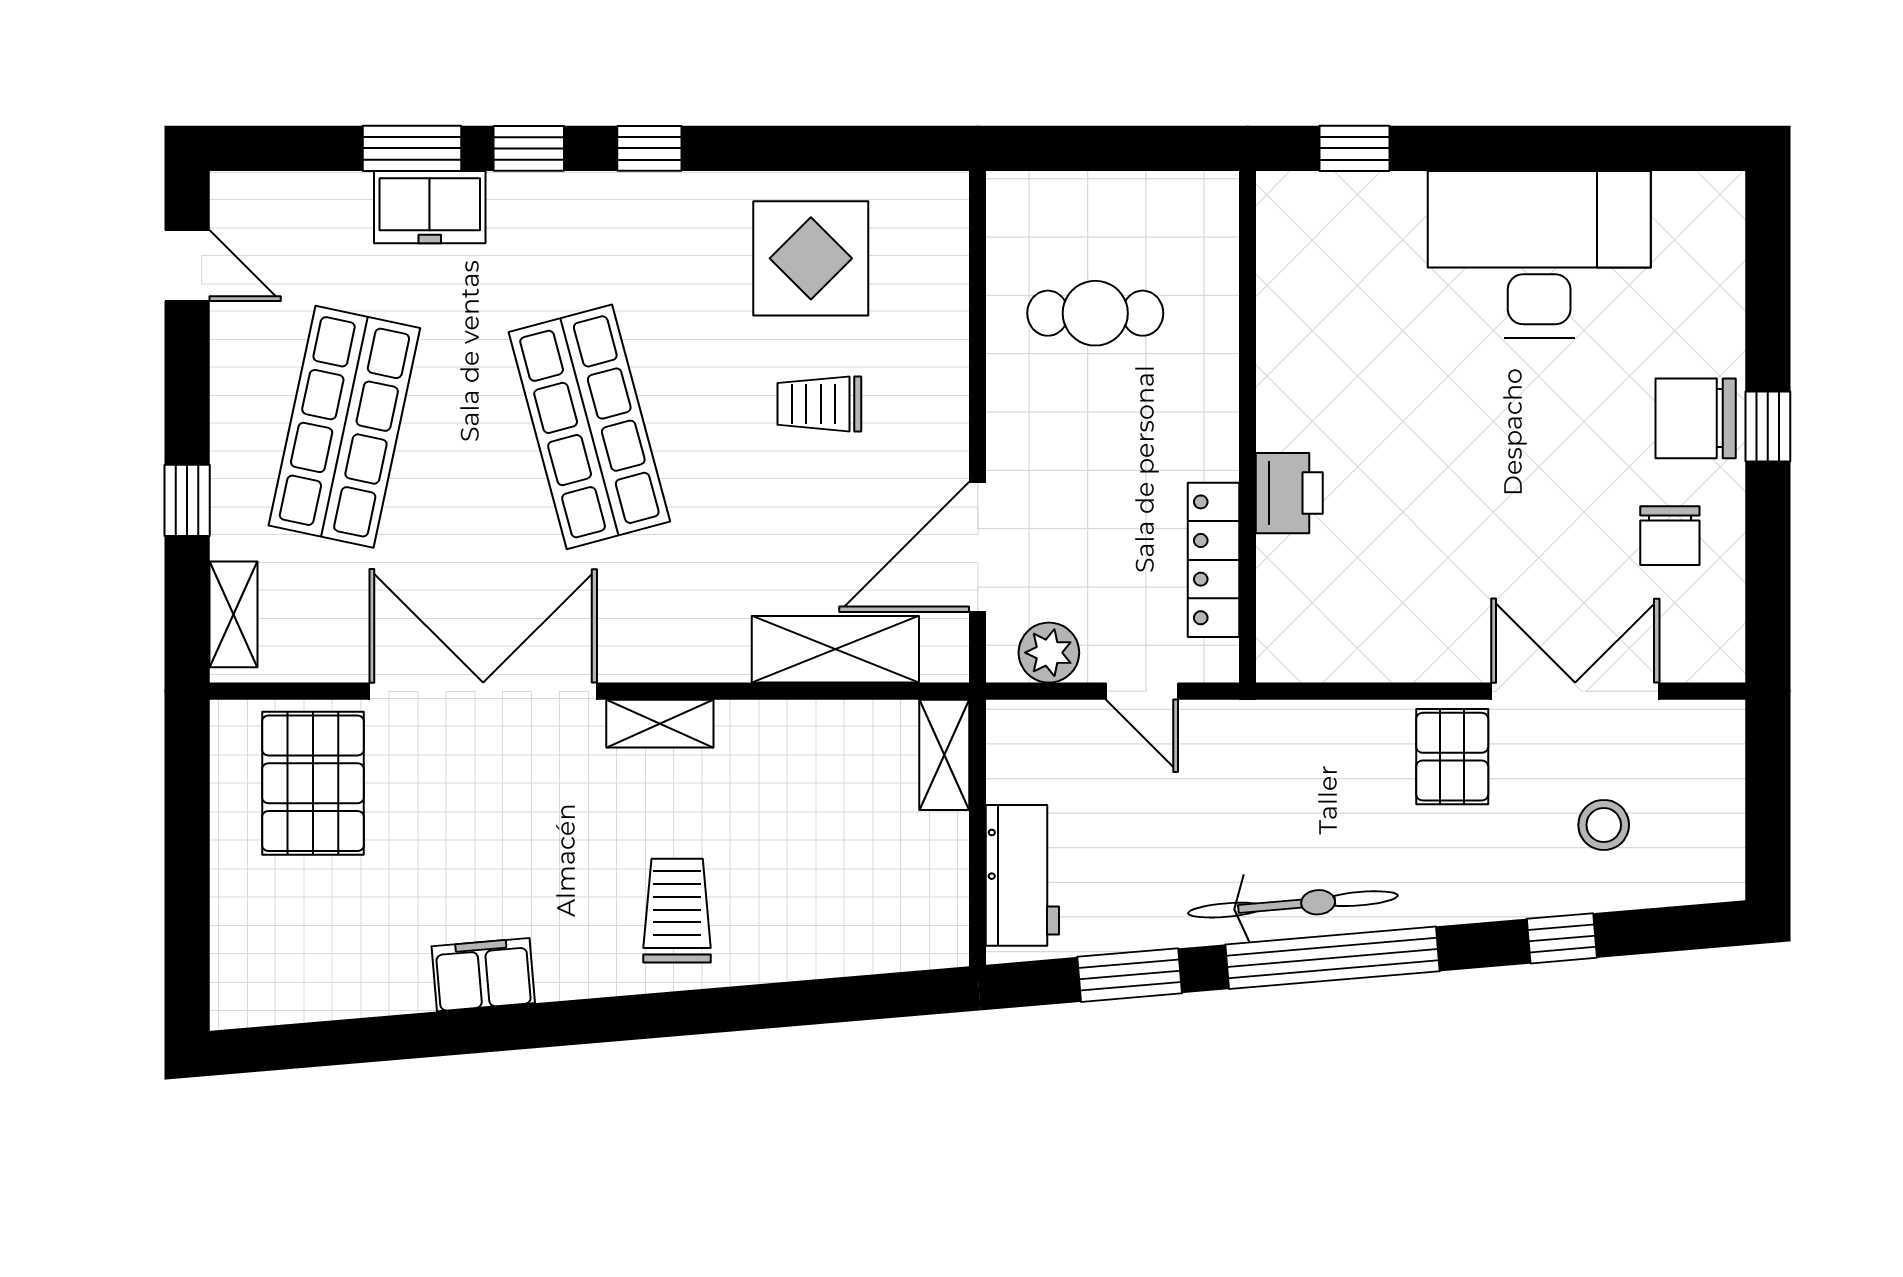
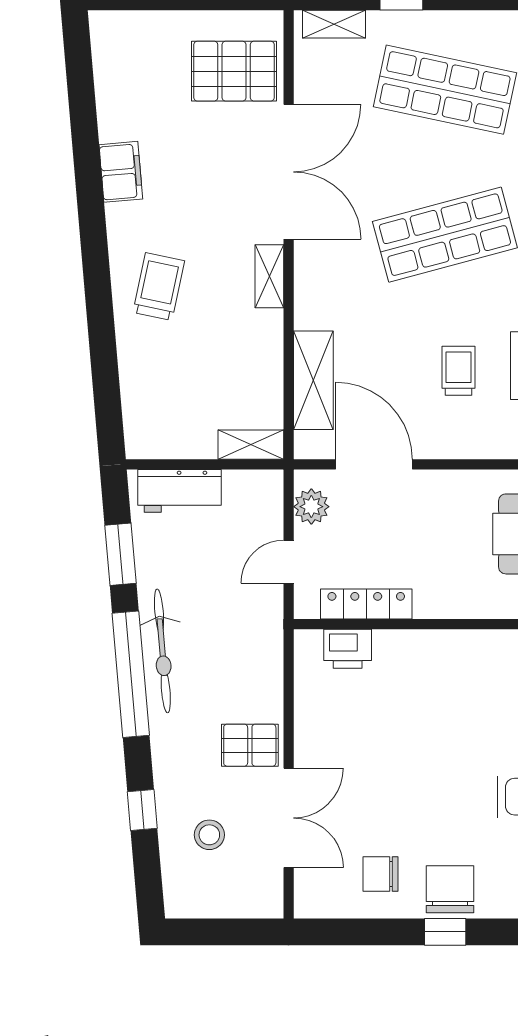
printer: (1289, 493) -> (348, 649), moved
trolley: (677, 911) -> (159, 287), turned -78

